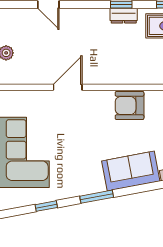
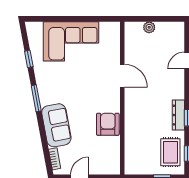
dresser: (124, 16) -> (178, 115), width x1.44

